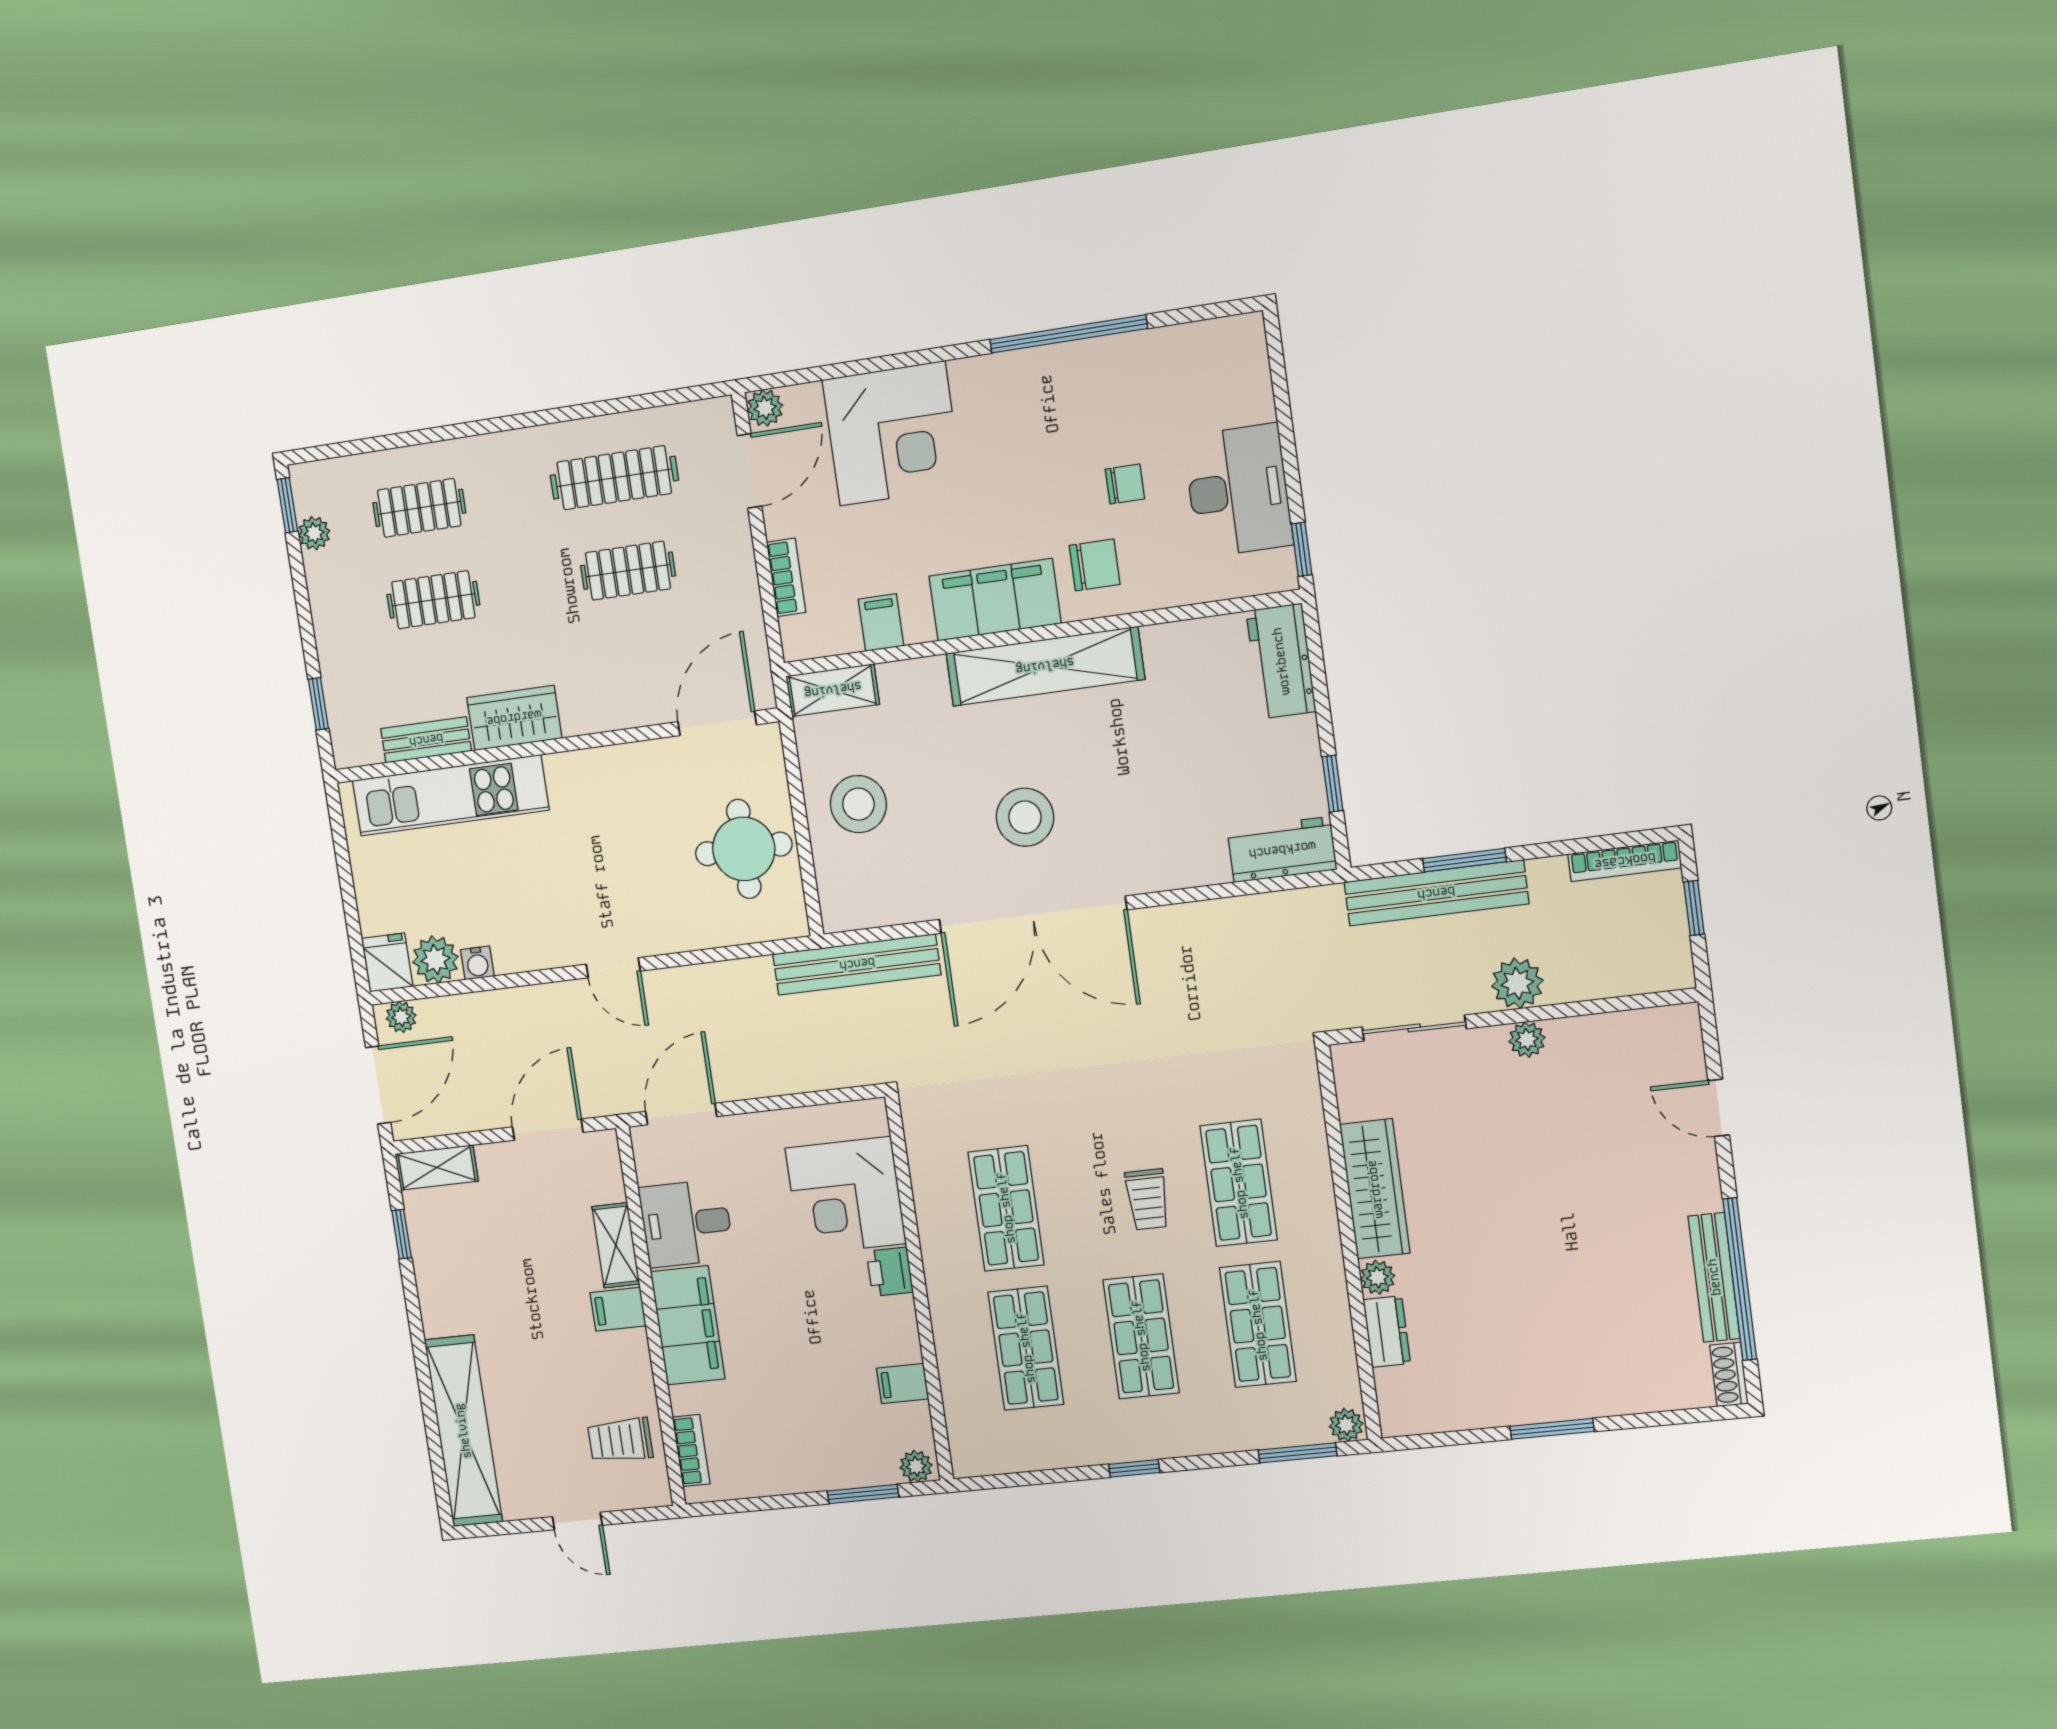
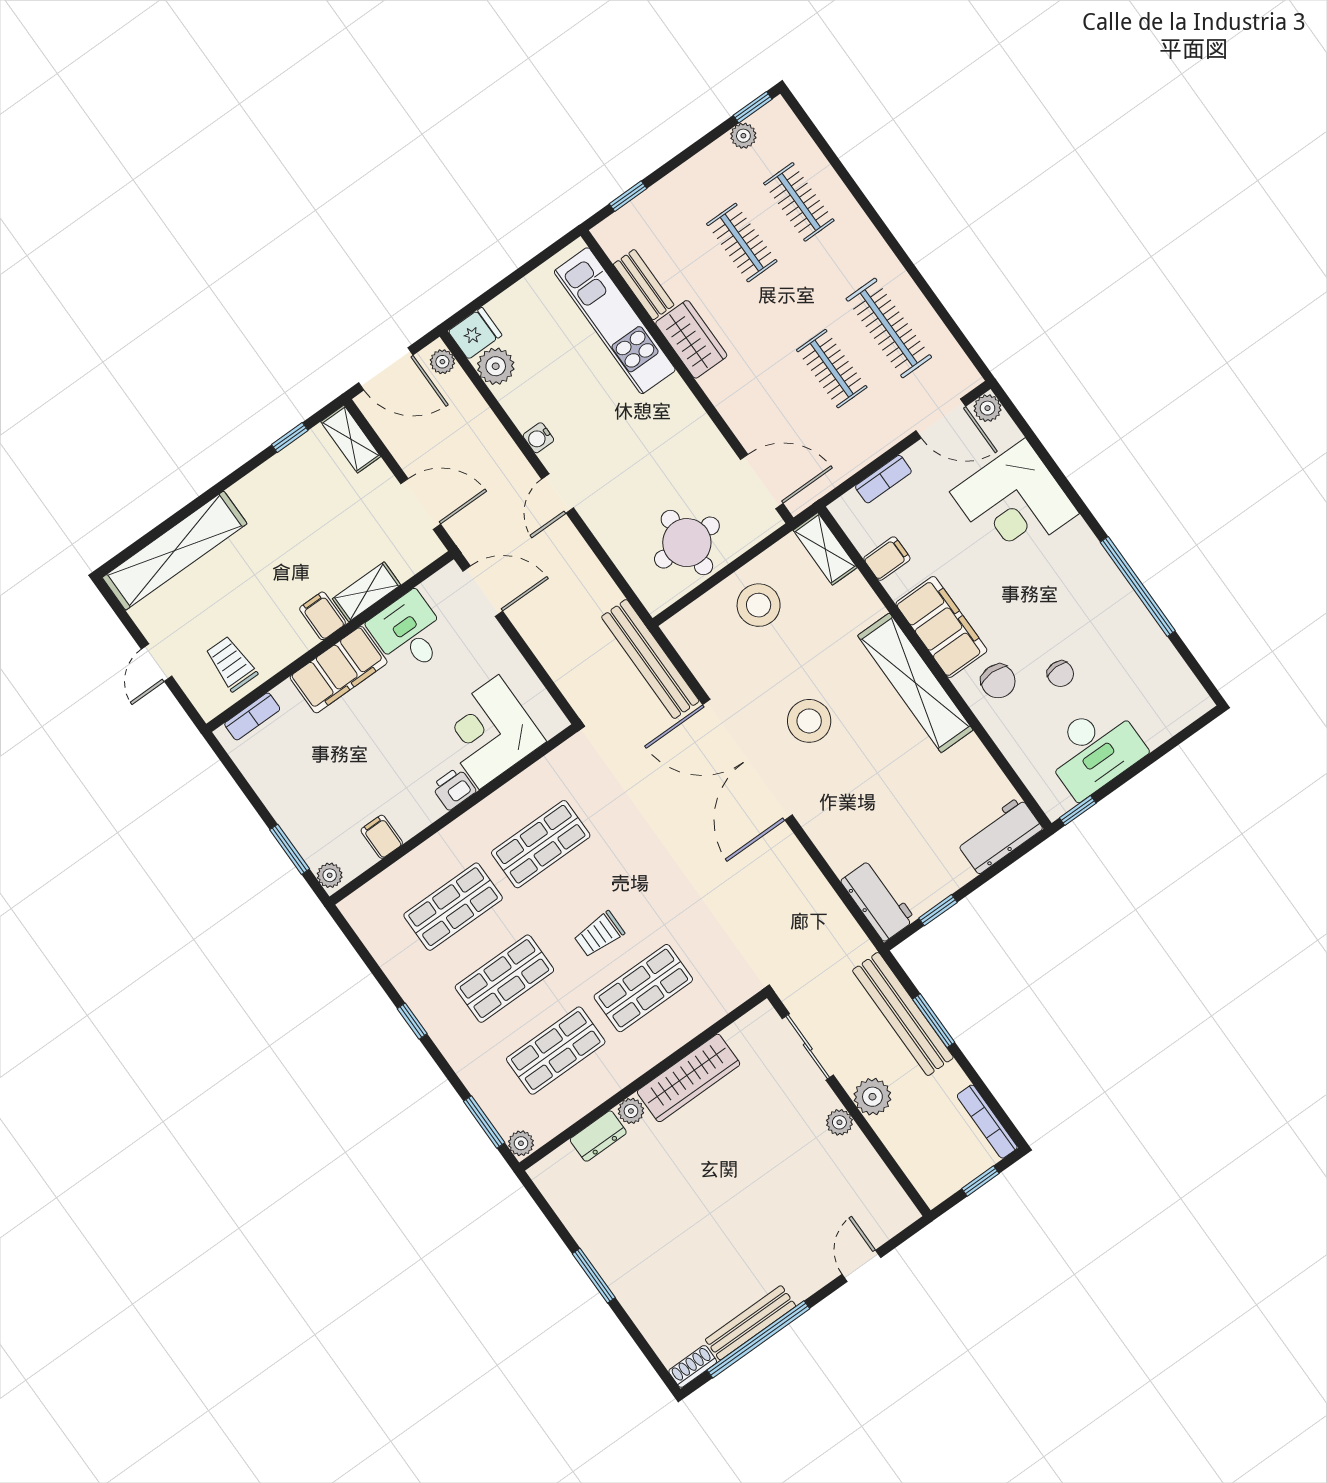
water cooler: (477, 963) -> (538, 438), moved

